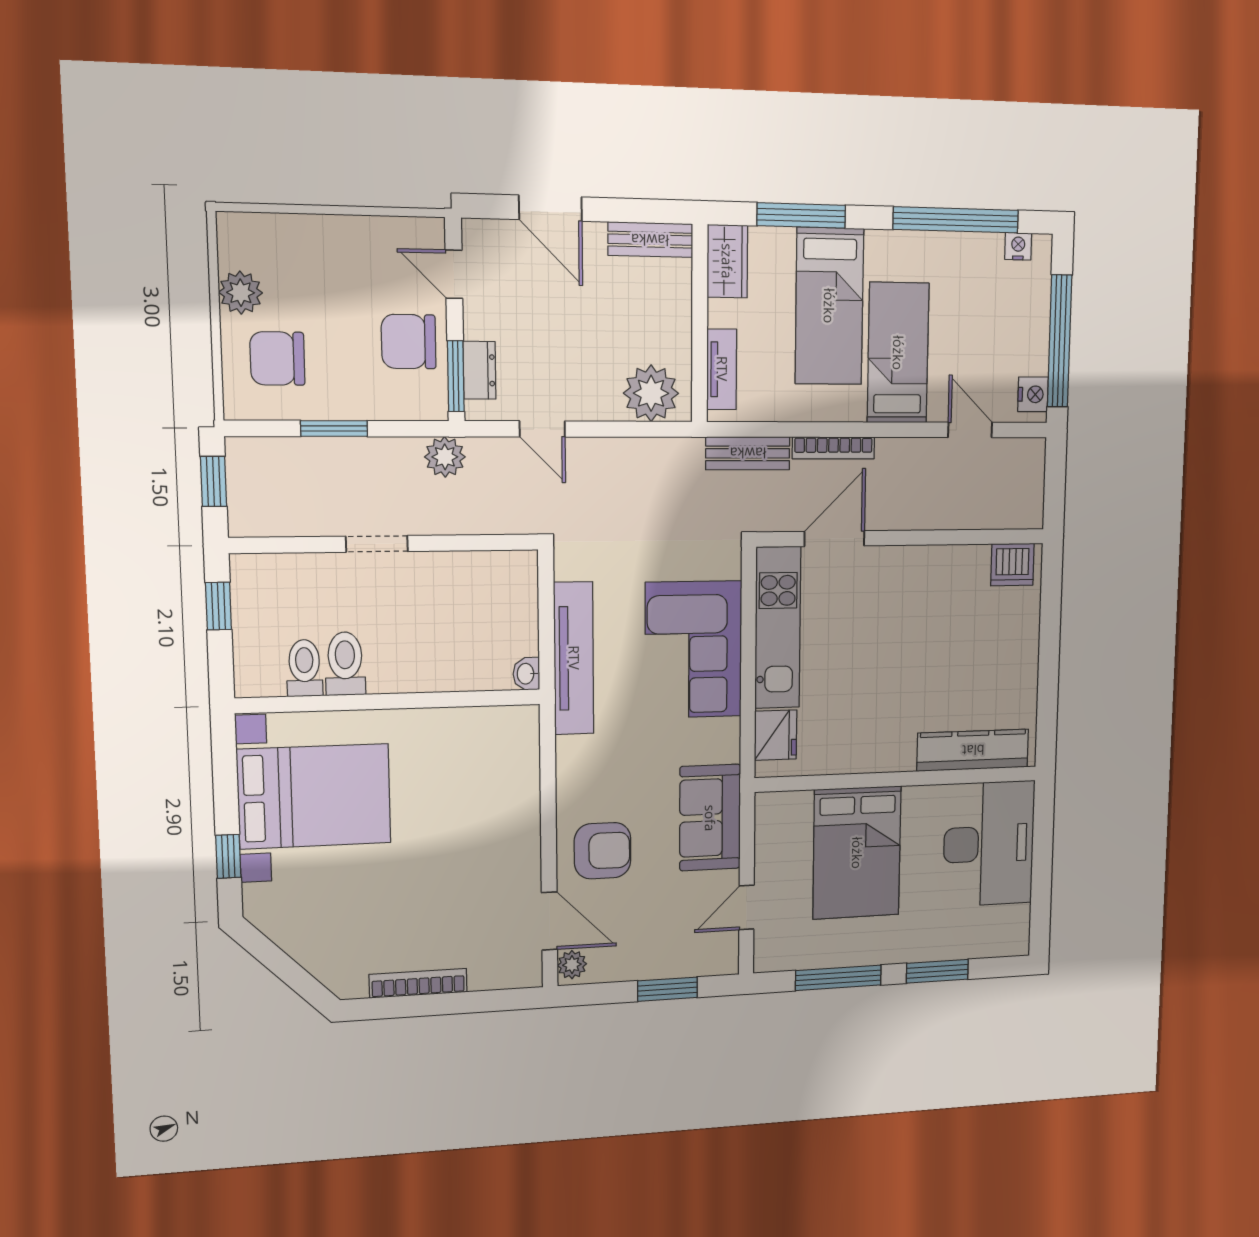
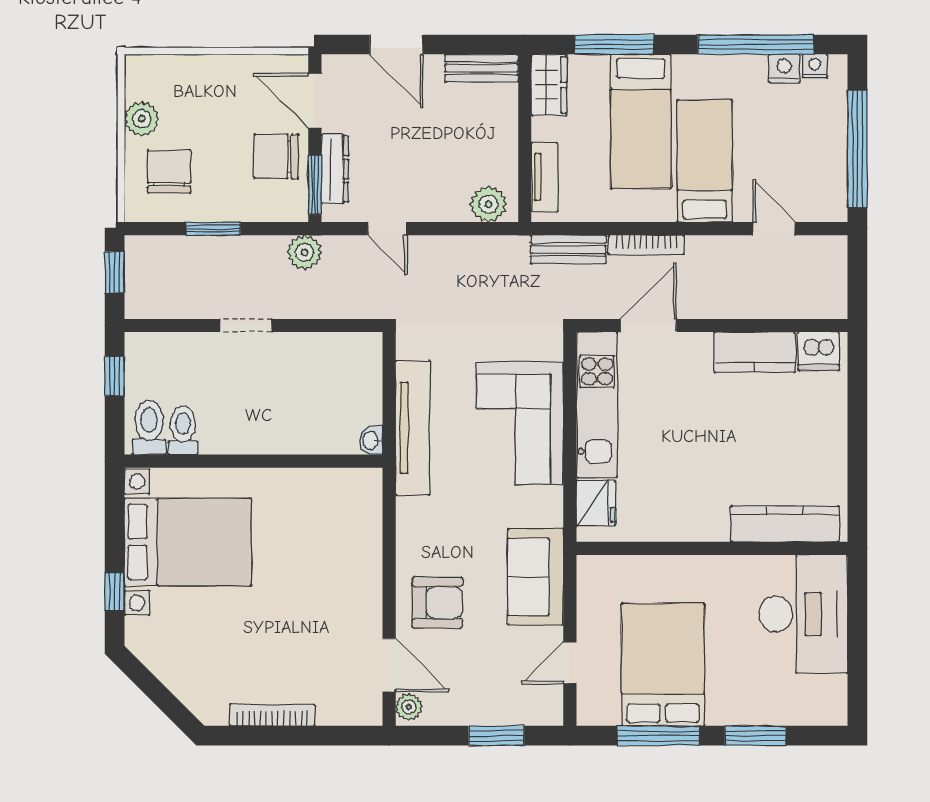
door: (454, 274) -> (315, 101), width x1.38
chair: (277, 359) -> (169, 172), turned 90
dresser: (479, 370) -> (335, 169), width x1.44
plant: (651, 393) -> (488, 204), width x0.73, depth x0.73
nightstand: (1033, 394) -> (784, 68), moved, turned -90
kitchen counter: (946, 567) -> (755, 352), added
toilet: (345, 664) -> (149, 427), moved
bed: (857, 853) -> (663, 665), moved, turned 180

